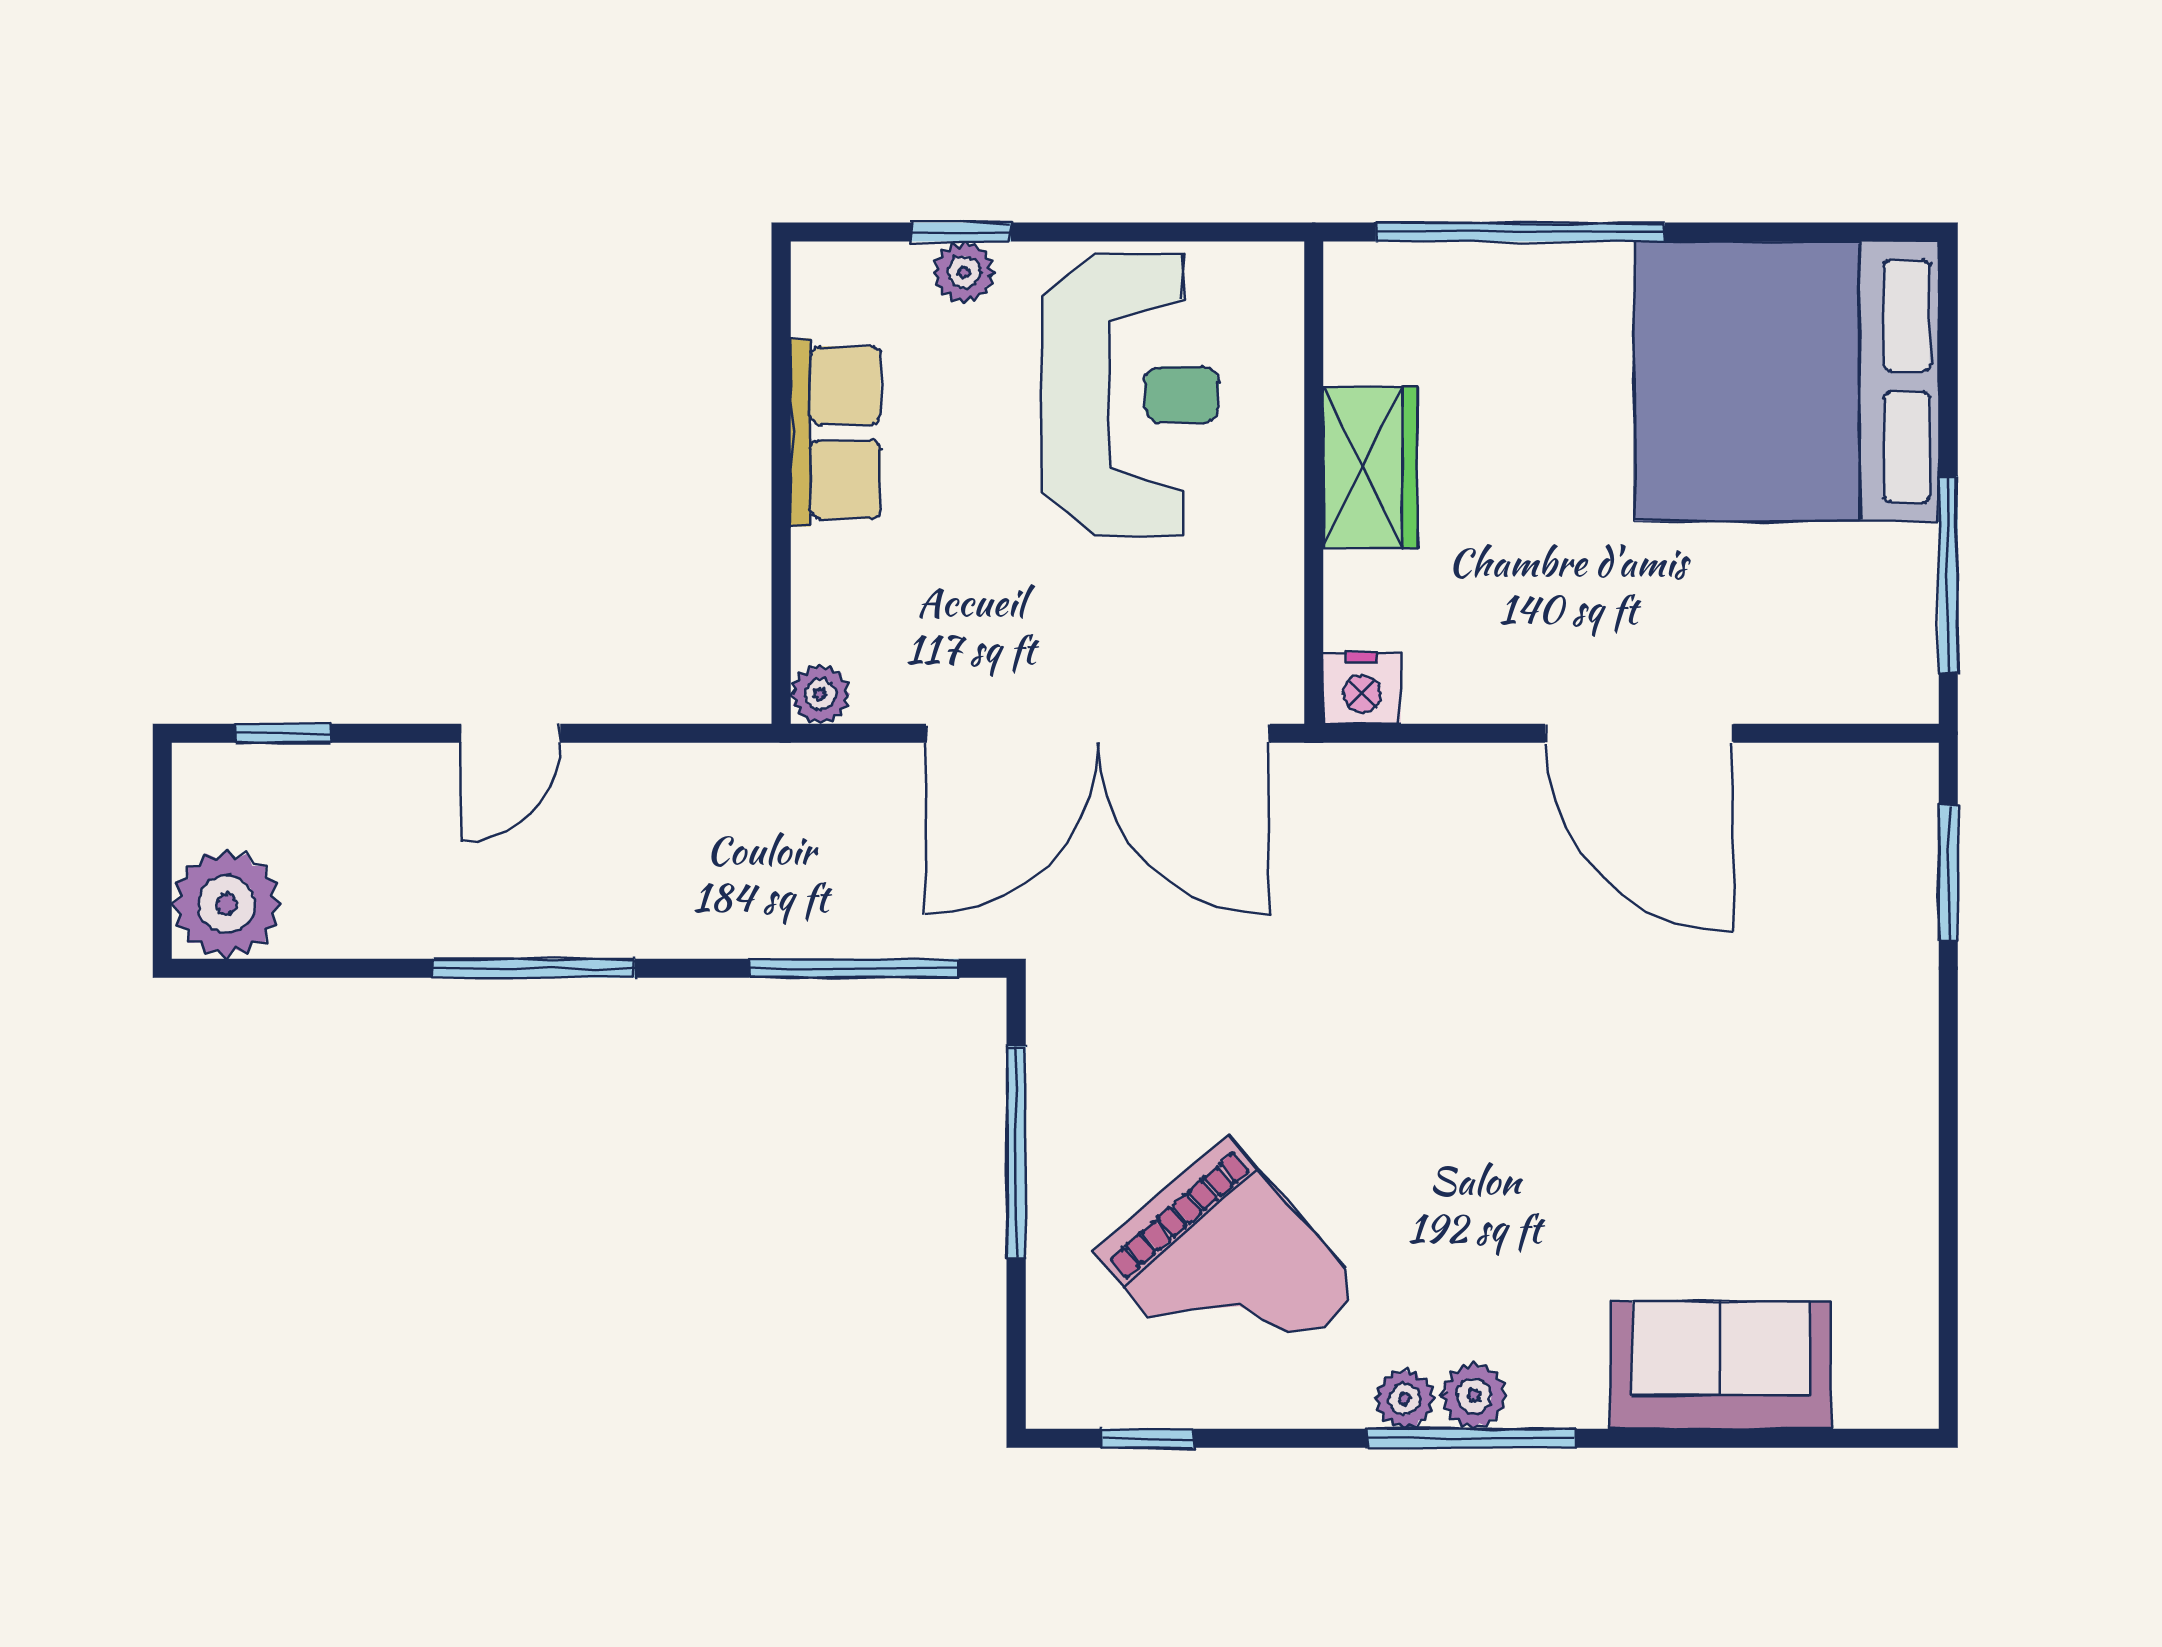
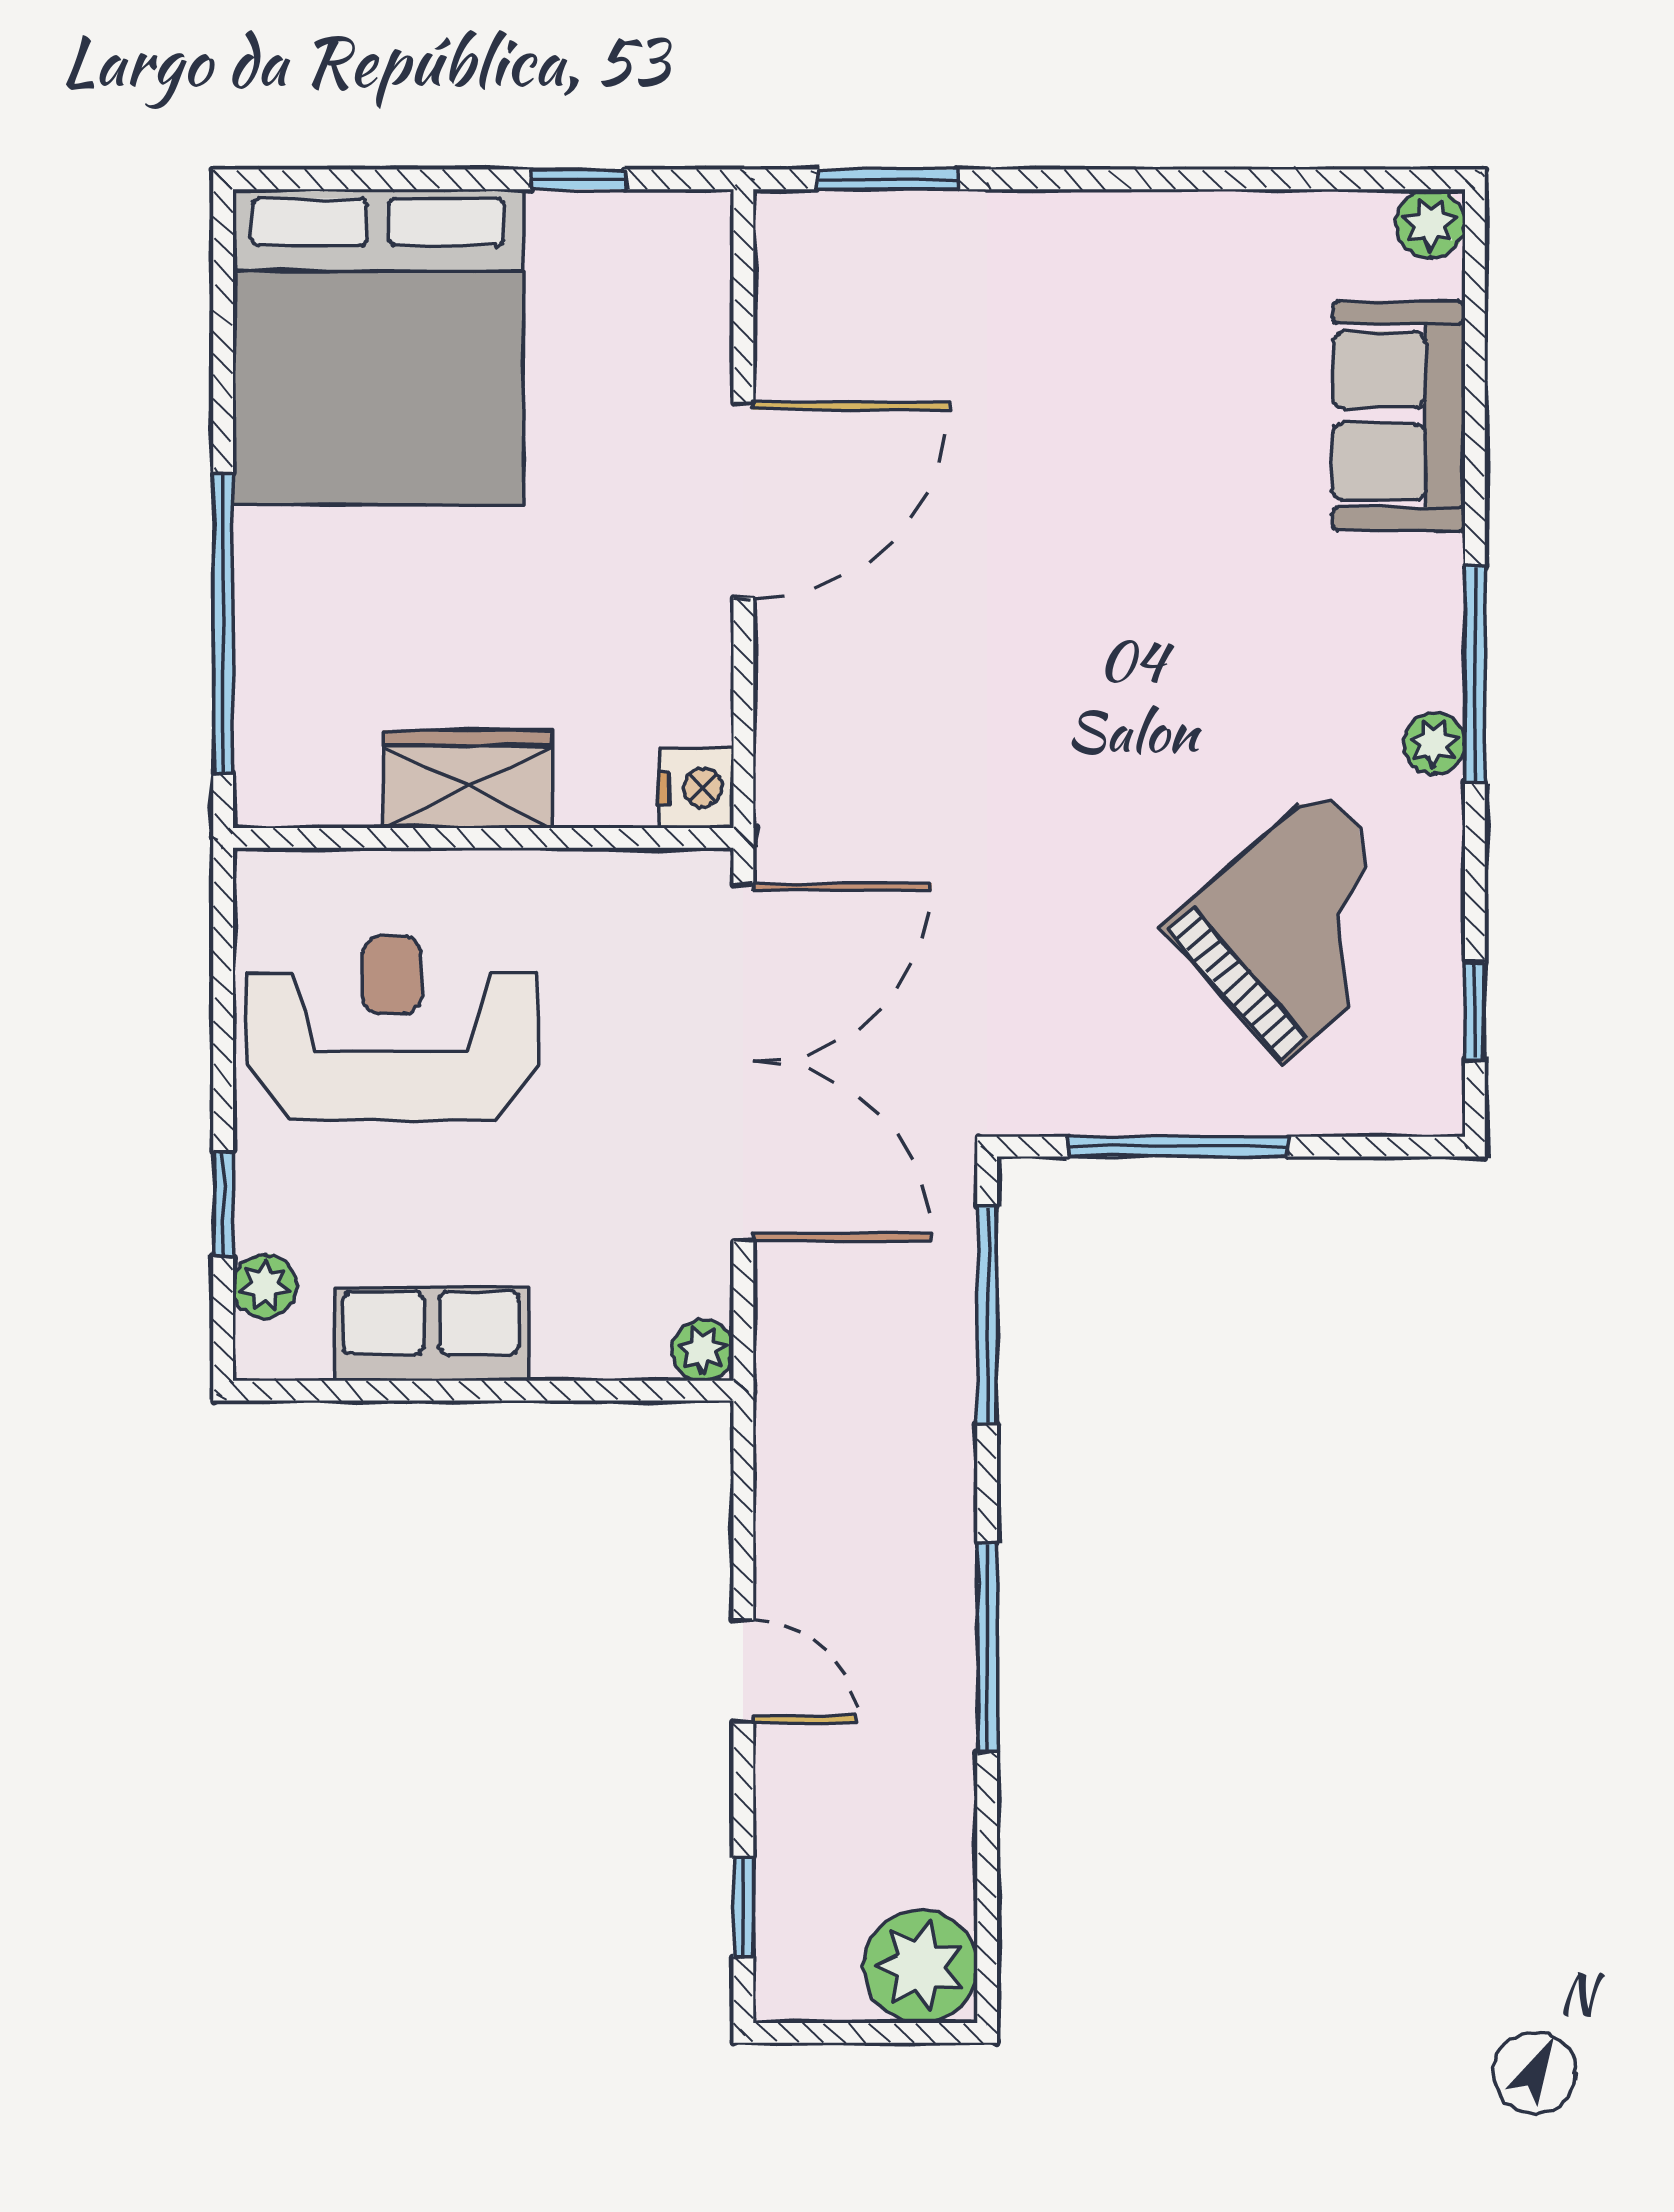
plant: (964, 272) -> (265, 1286), moved
window: (1948, 575) -> (579, 179), width x0.46
plant: (1474, 1396) -> (1431, 224), moved

